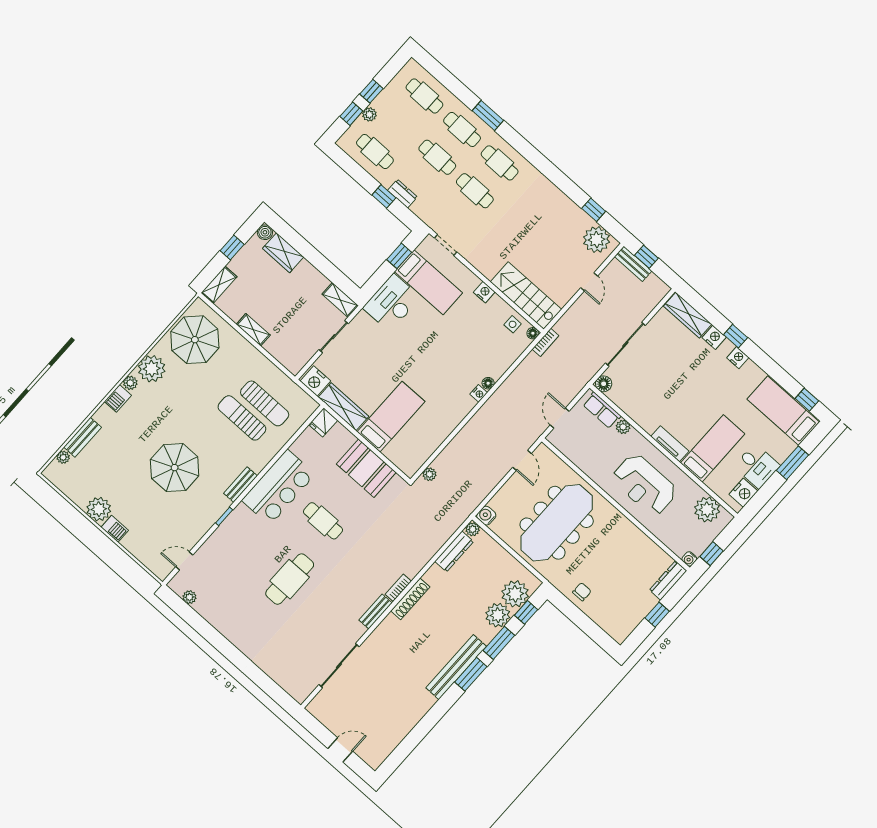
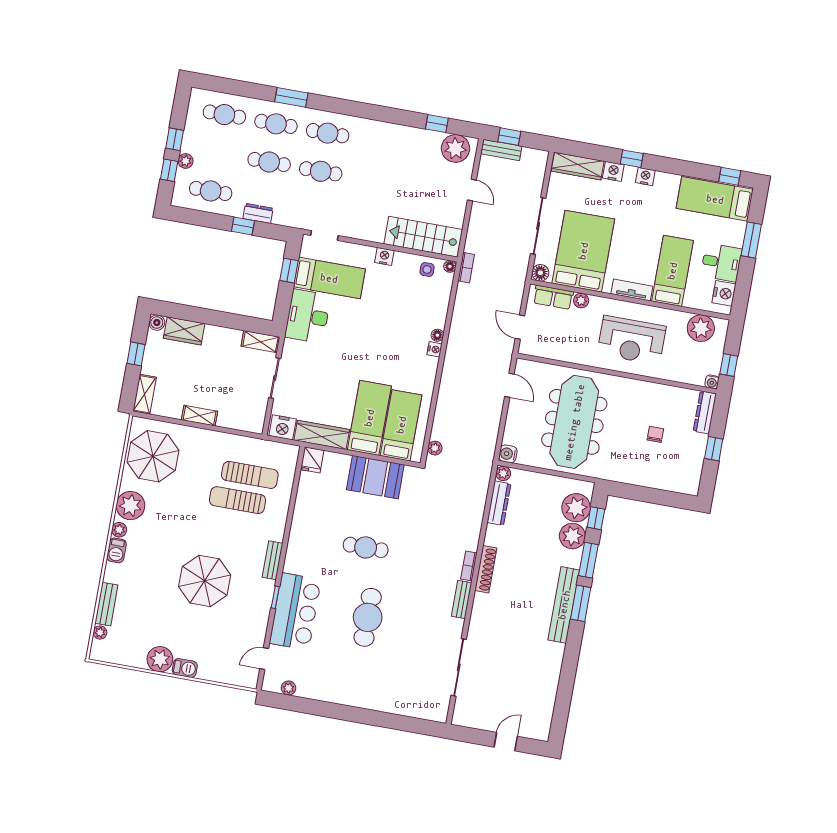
bed: (649, 388) -> (583, 251), added
bed: (413, 439) -> (401, 425), added
bar counter: (278, 487) -> (295, 611), moved
chair: (582, 592) -> (655, 434), moved

